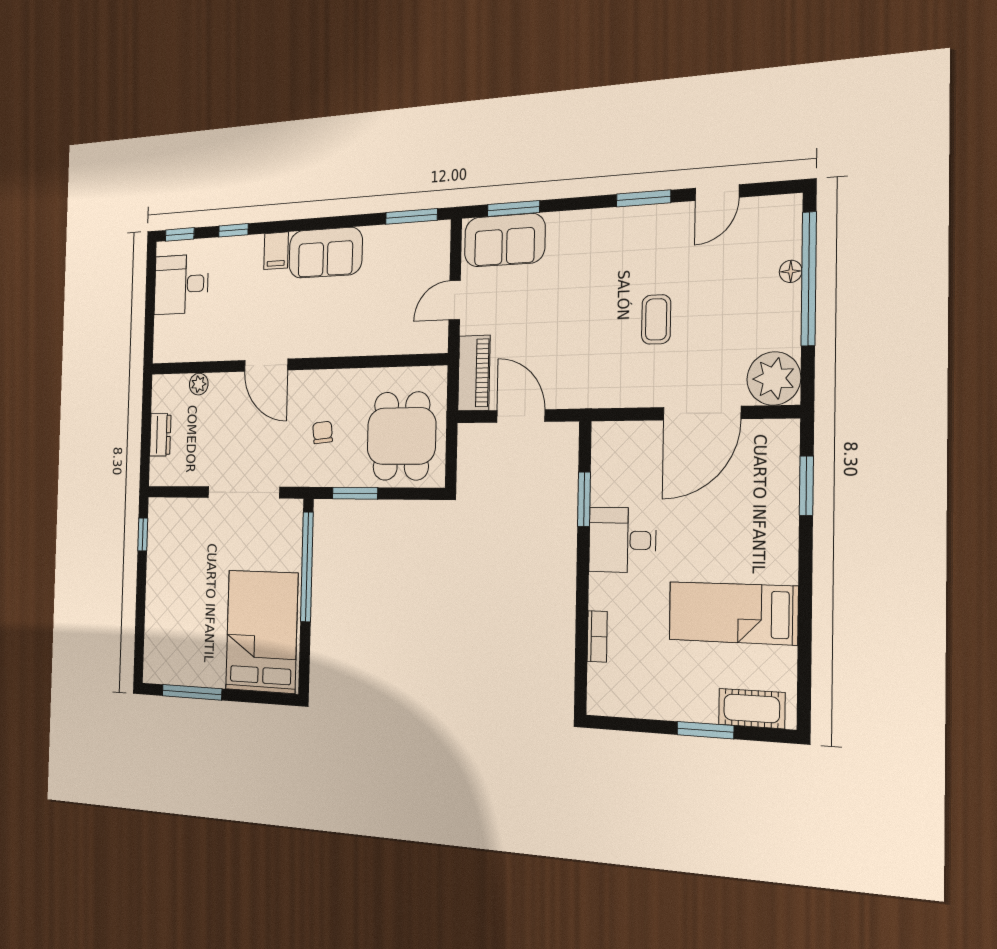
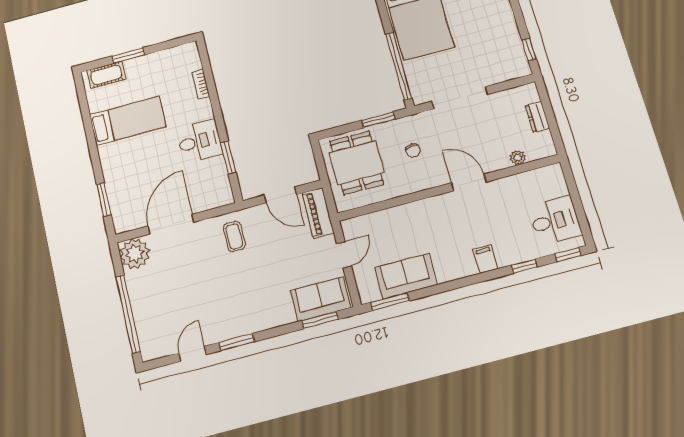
sofa: (325, 253) -> (406, 276), moved
floor lamp: (791, 271) -> (139, 316), removed
coffee table: (656, 319) -> (234, 236), moved

